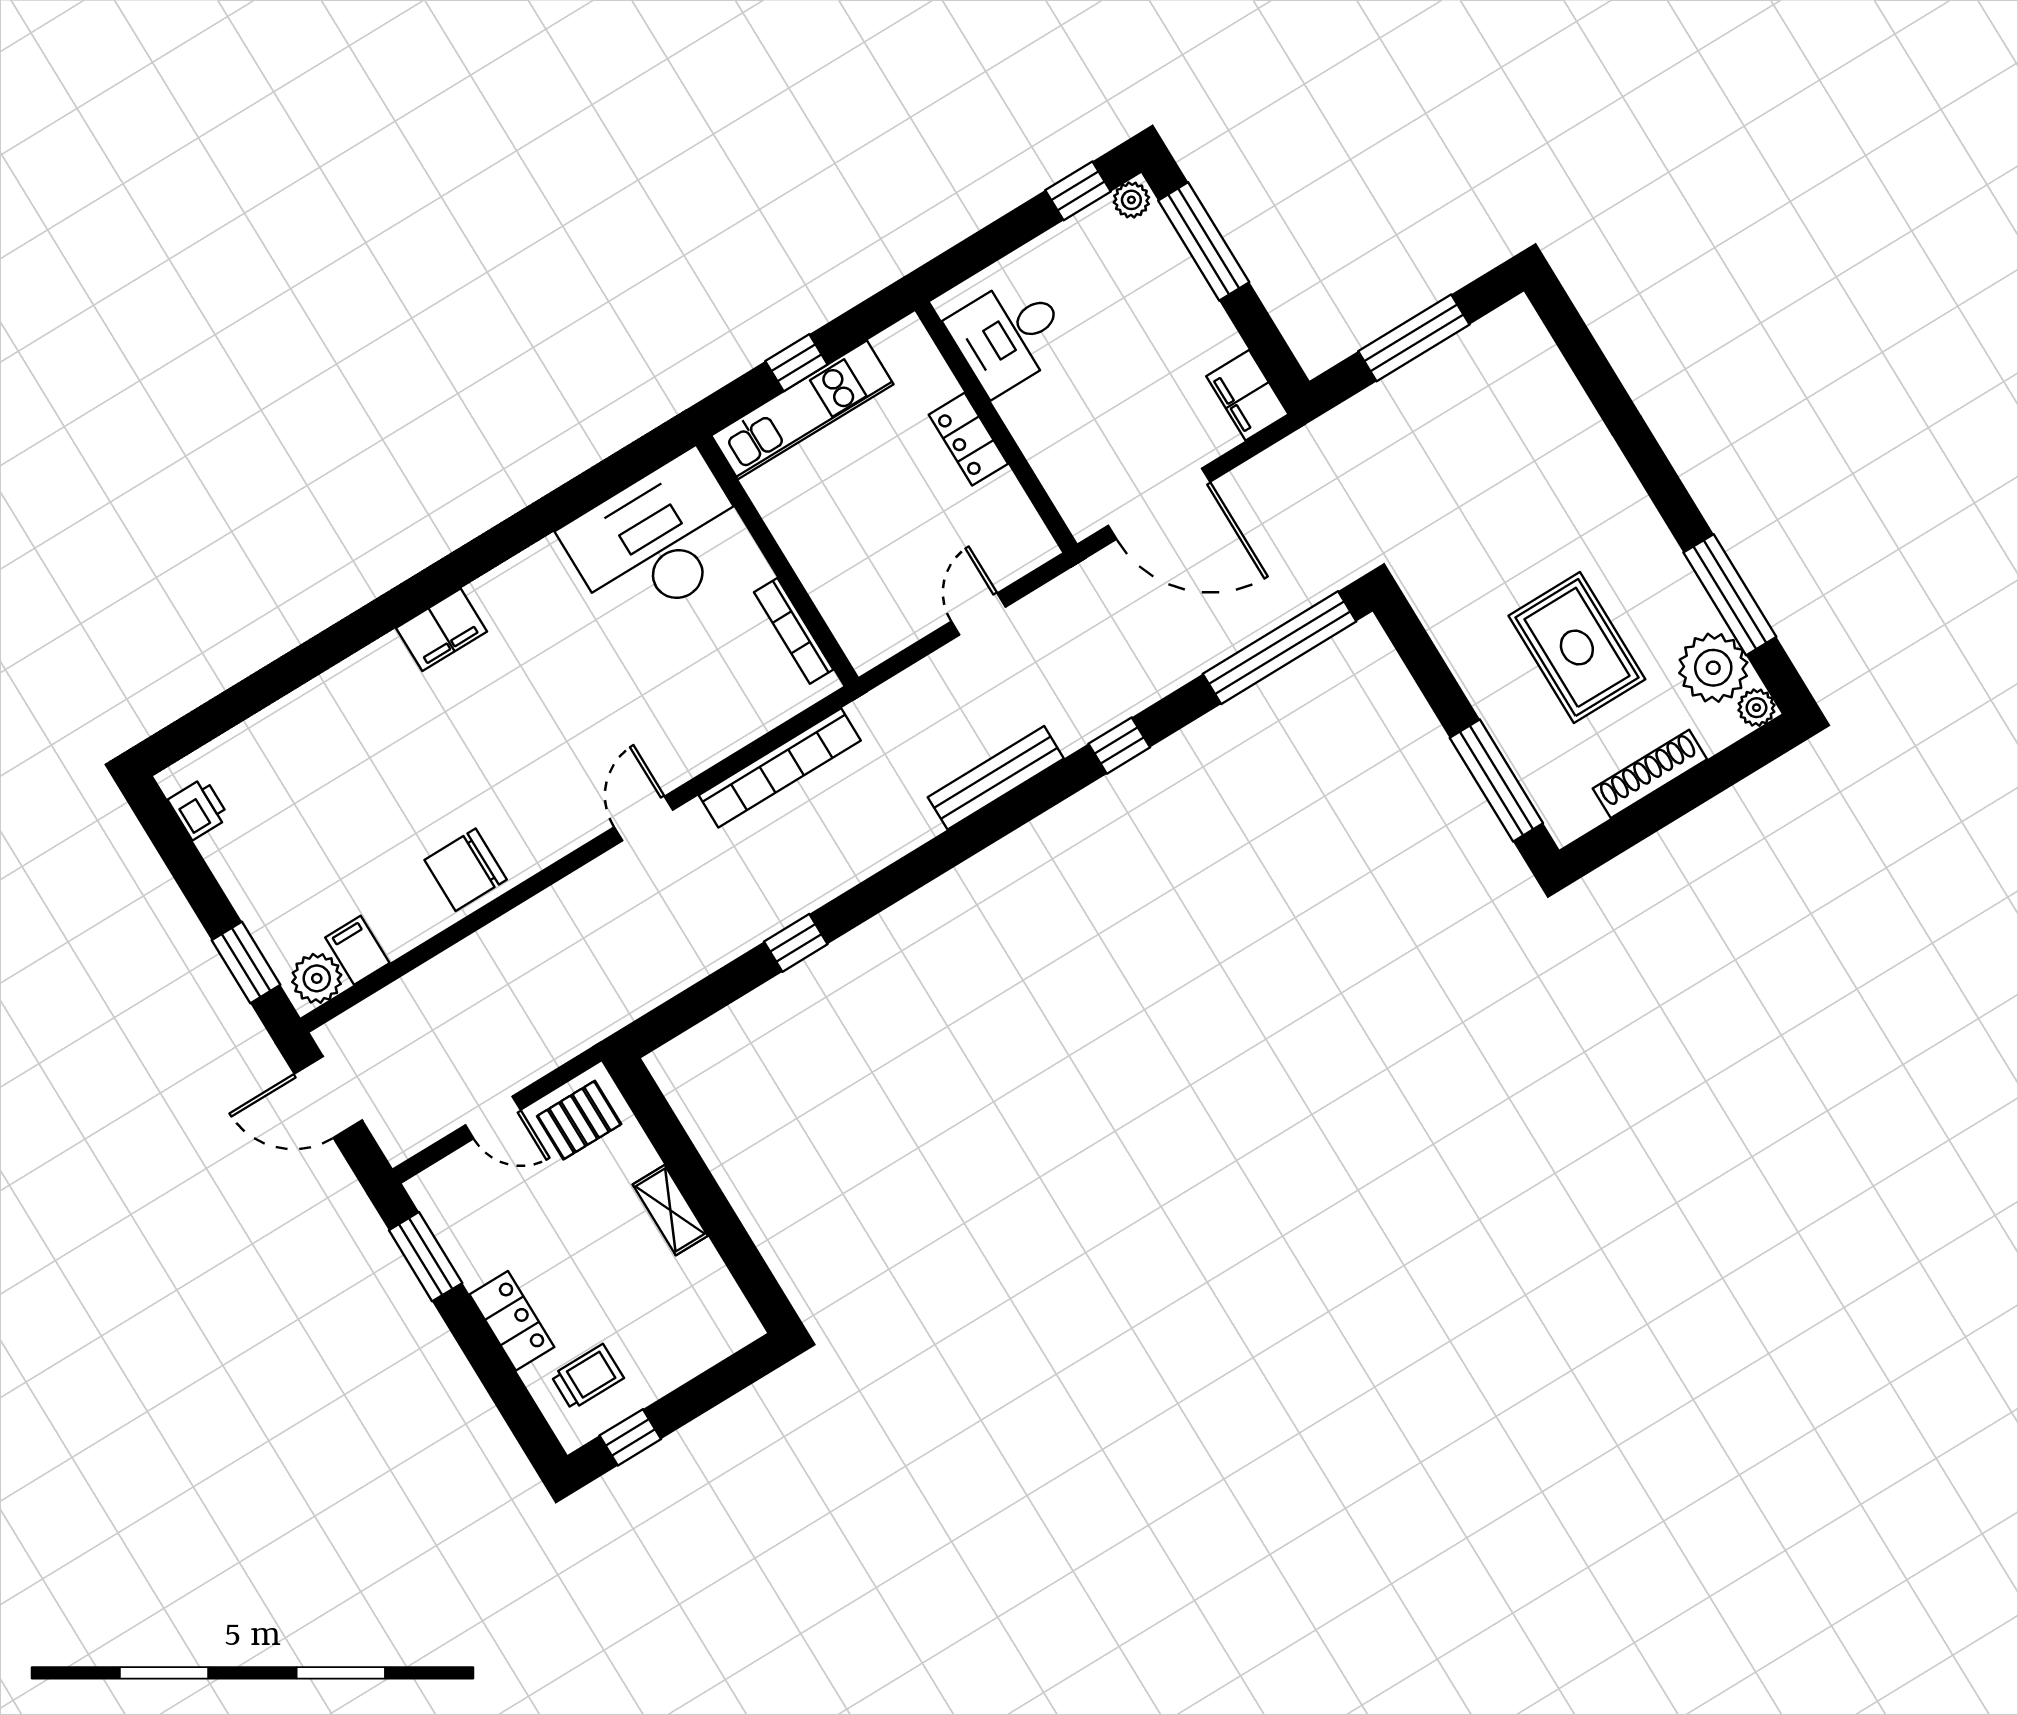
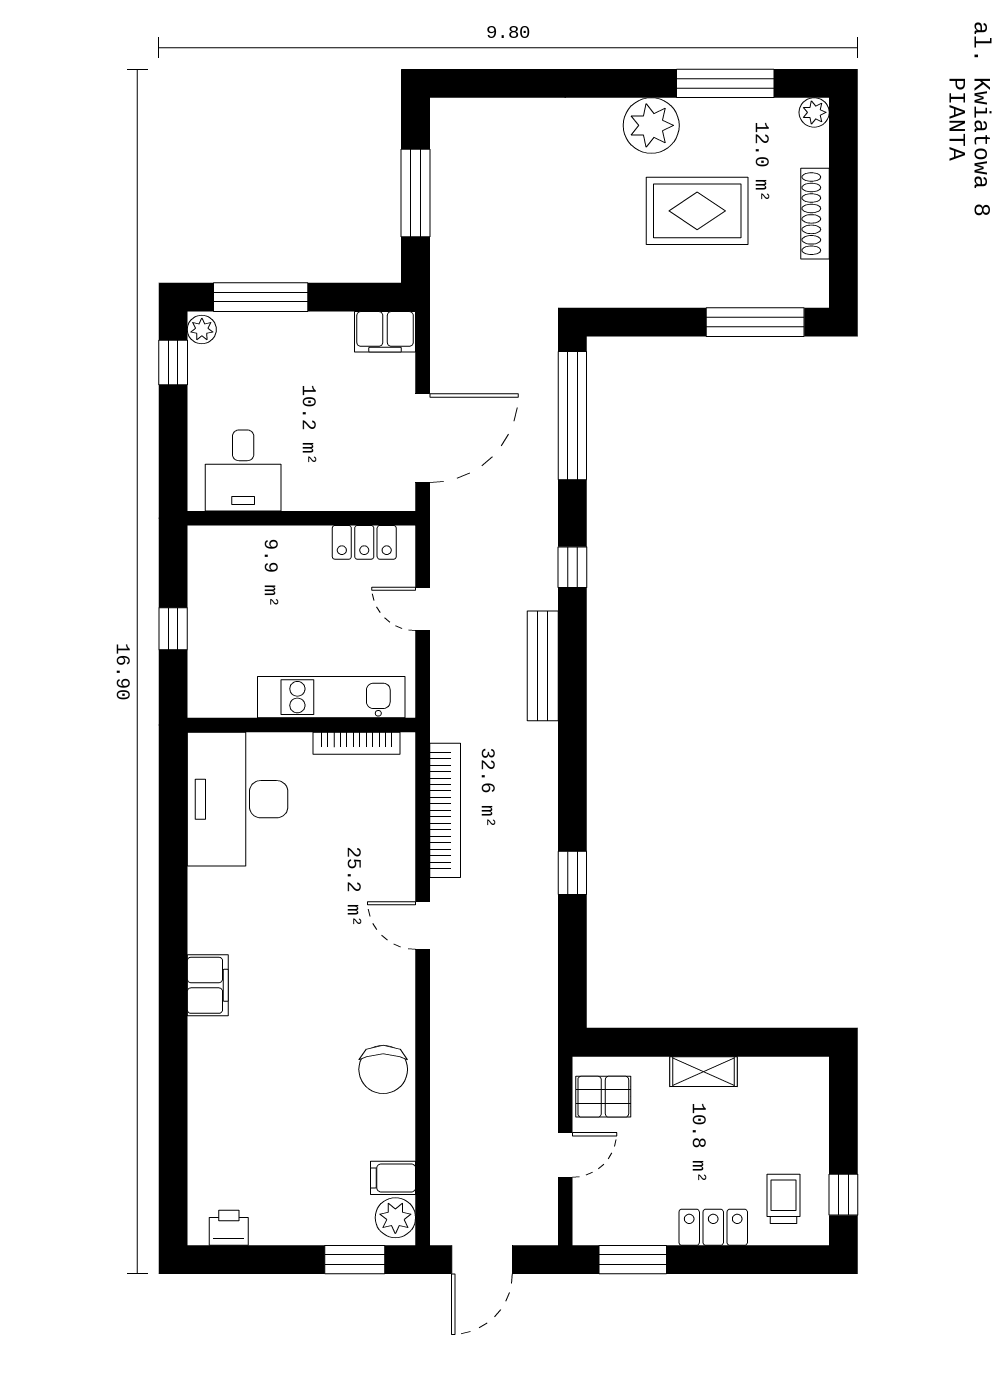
kitchen unit: (802, 410) -> (331, 697), moved, turned -90
locker: (968, 439) -> (364, 542), moved
plant: (1713, 668) -> (651, 125), moved
pallet: (579, 1120) -> (603, 1097), turned 90

